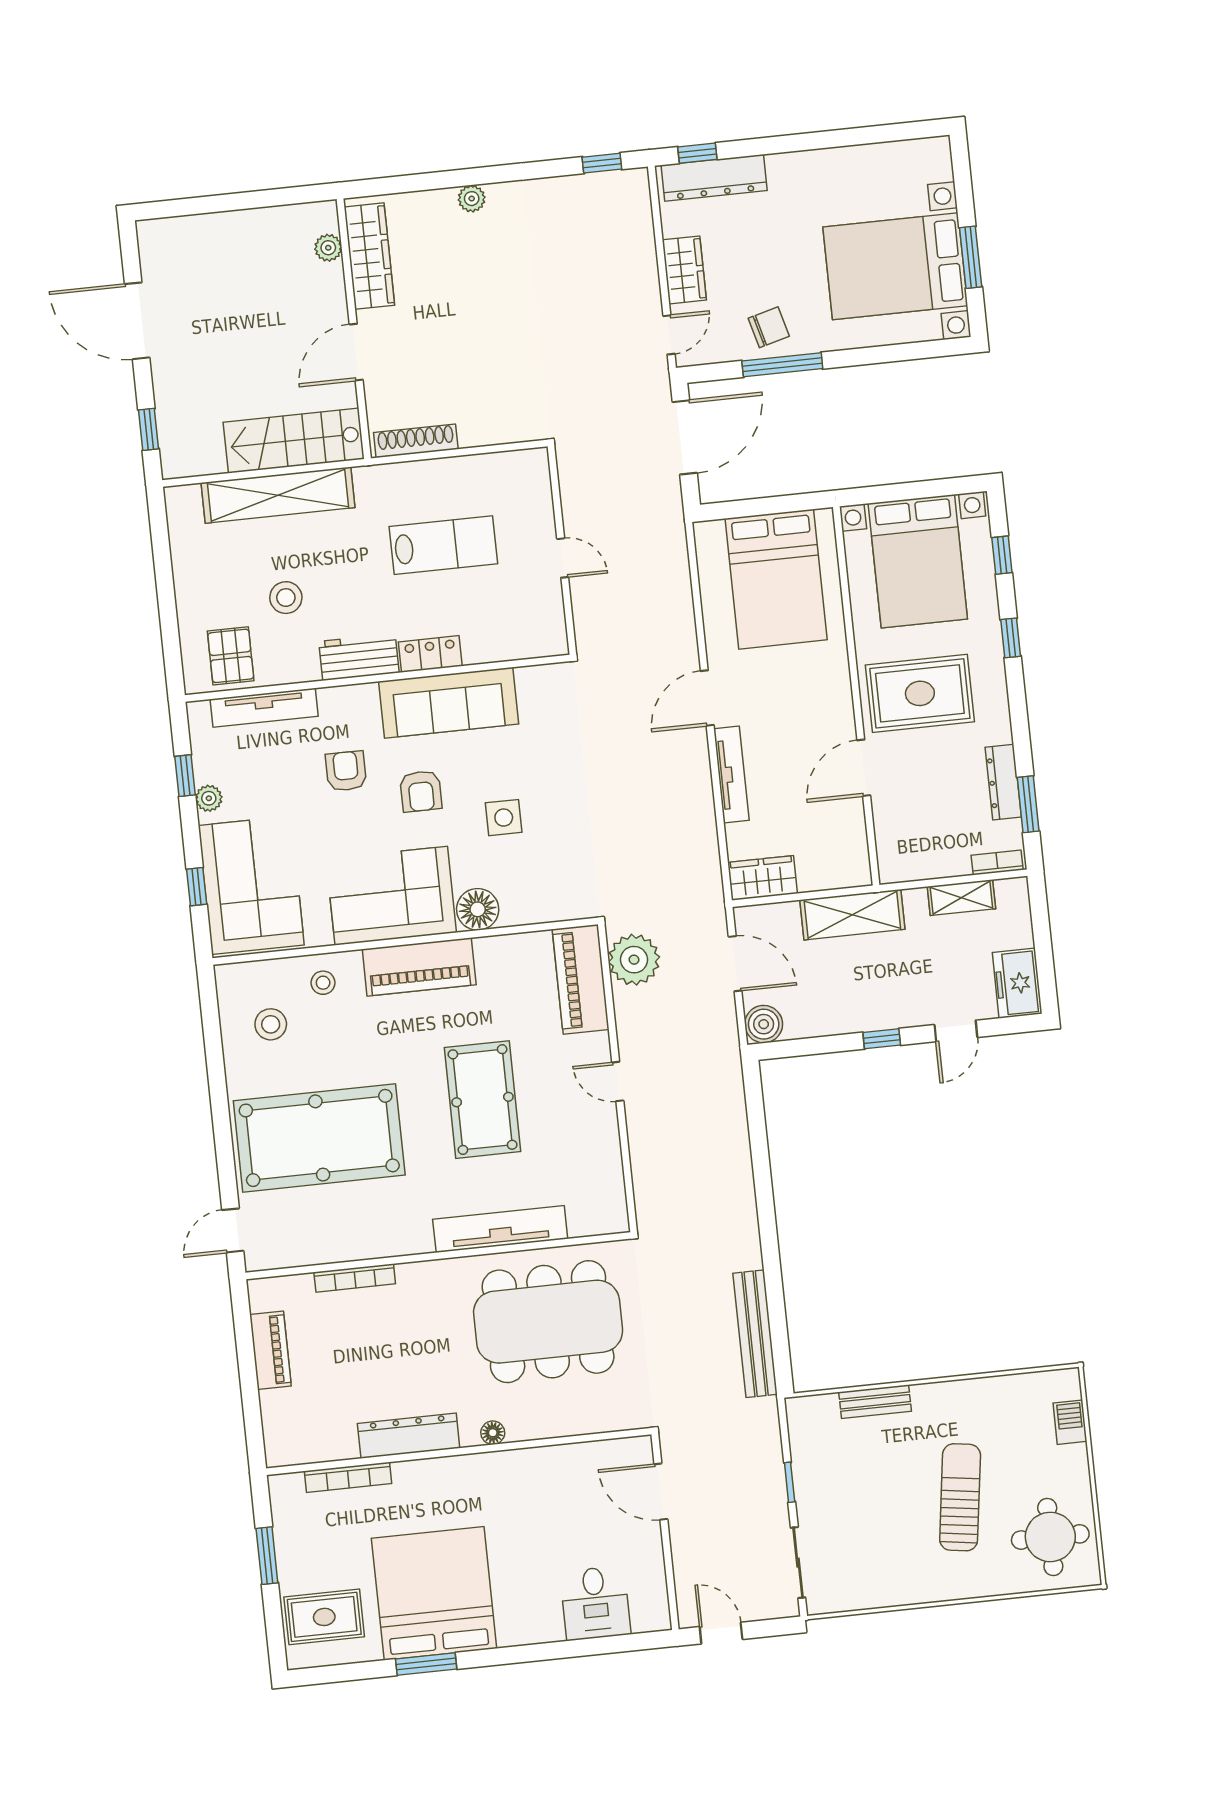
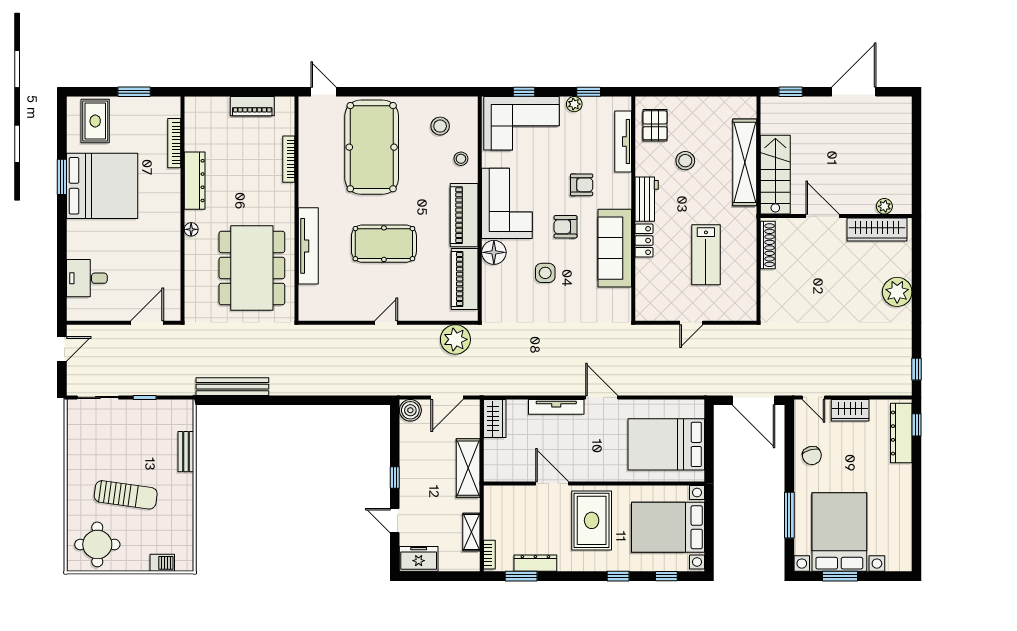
plant: (472, 199) -> (897, 292), width x1.88, depth x1.88
window: (782, 365) -> (789, 515), moved
pallet: (231, 656) -> (655, 125), turned 90
piano: (581, 979) -> (465, 279), moved, turned -90

